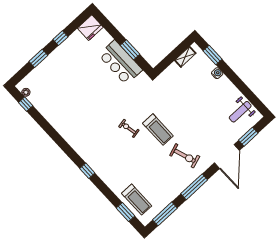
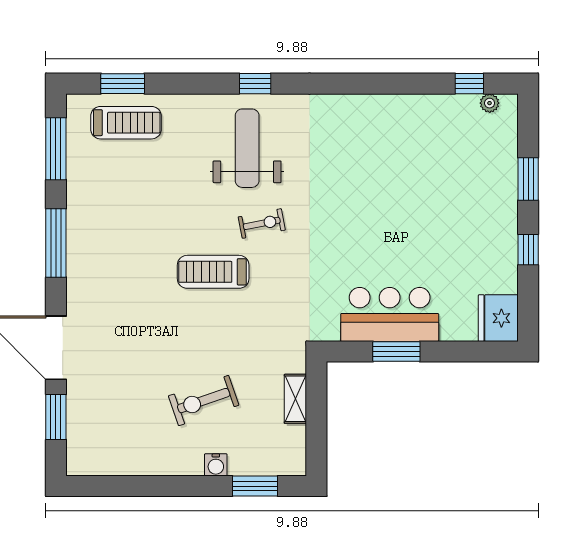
shelving: (185, 57) -> (295, 399), moved
weight bench: (240, 112) -> (247, 148), moved, width x1.36, depth x1.33
exercise bike: (185, 156) -> (204, 401), moved
treadmill: (137, 200) -> (126, 123), turned 180

